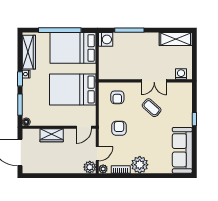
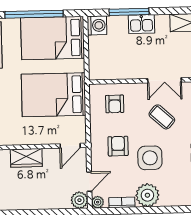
kitchen sink: (138, 39) -> (141, 24), added
side table: (142, 137) -> (150, 158), added

